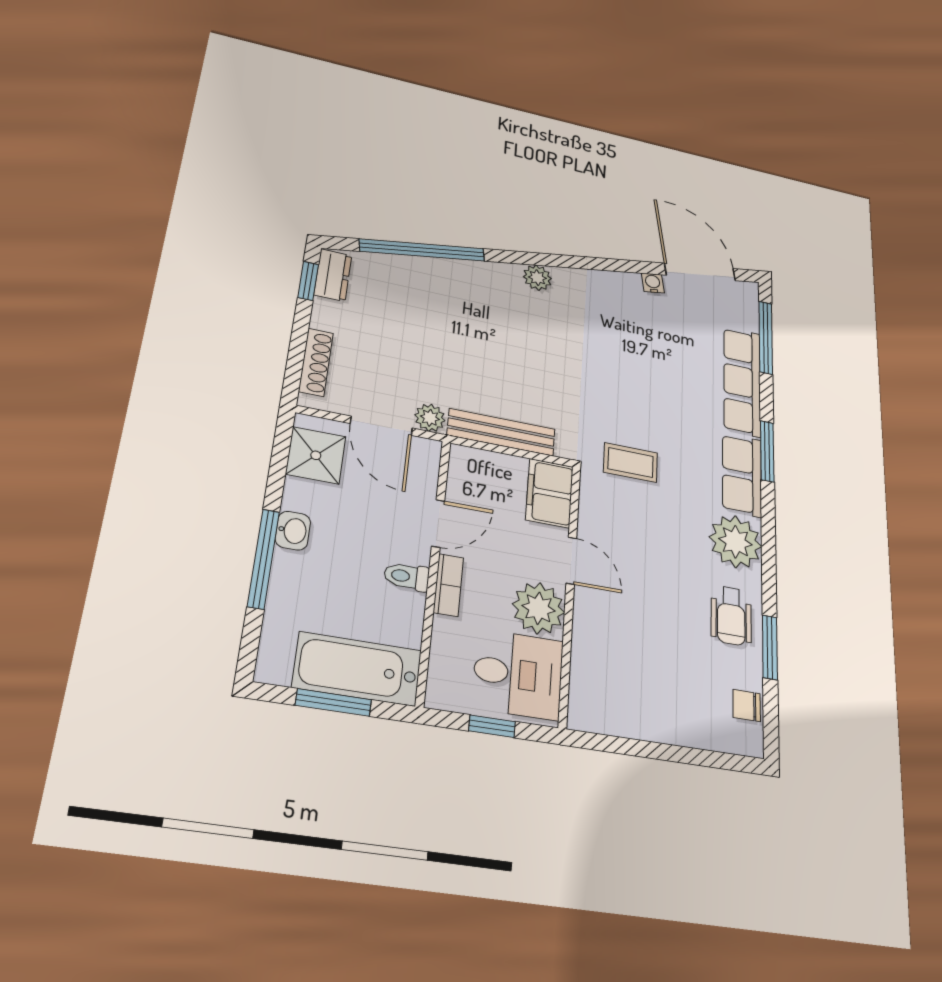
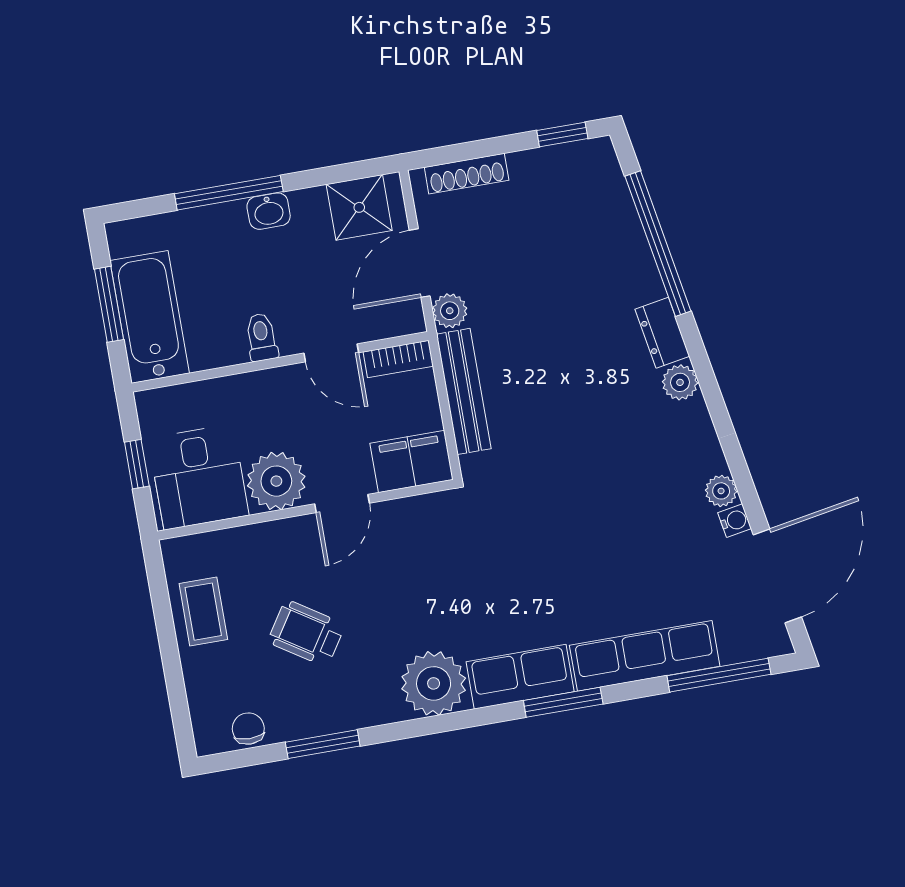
dresser: (333, 275) -> (662, 333), moved, turned 80
plant: (628, 283) -> (721, 491), added
coffee table: (631, 463) -> (203, 612), moved
bookcase: (448, 585) -> (398, 359), moved
wheelchair: (731, 616) -> (306, 633), moved, turned 33

